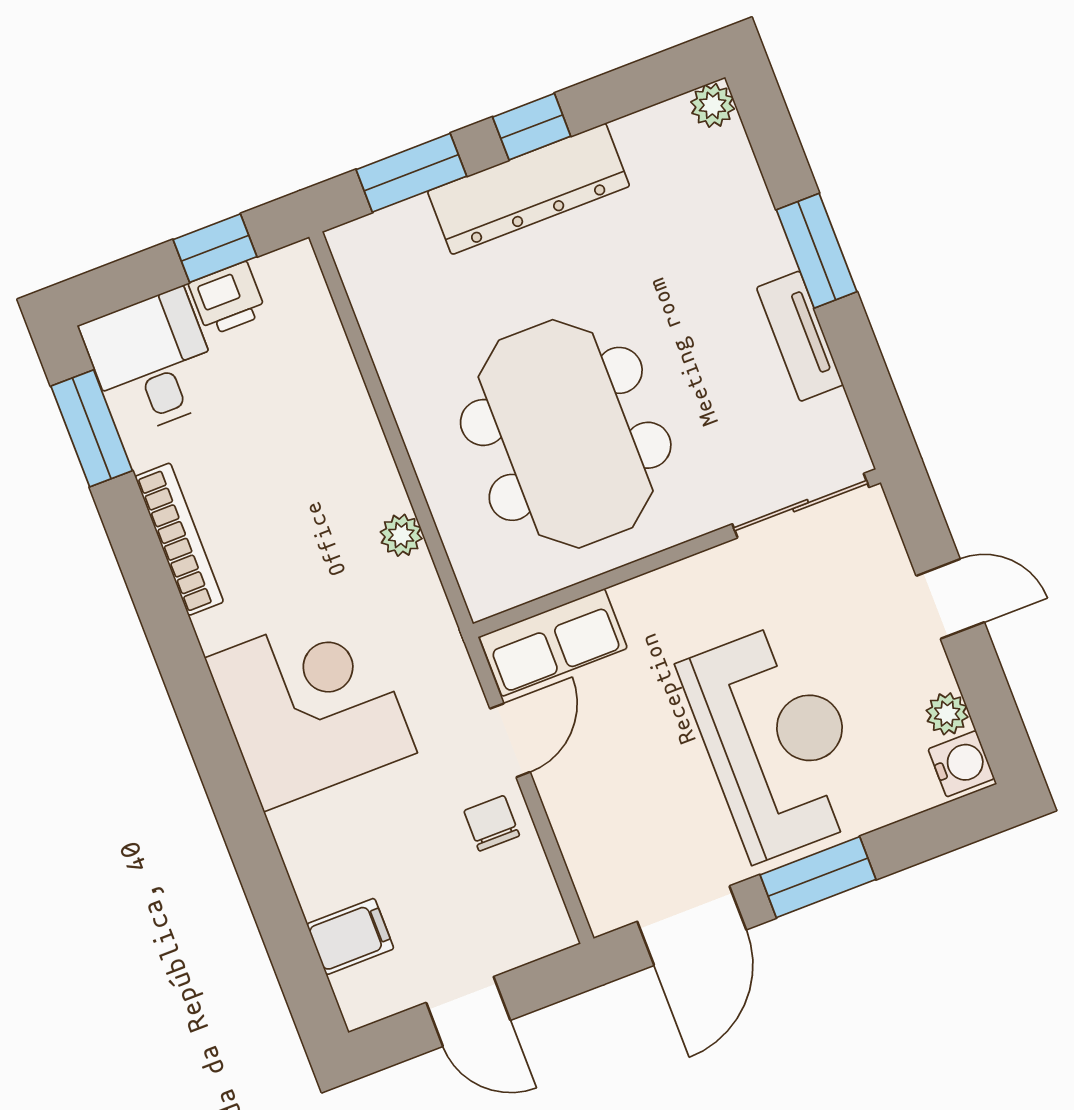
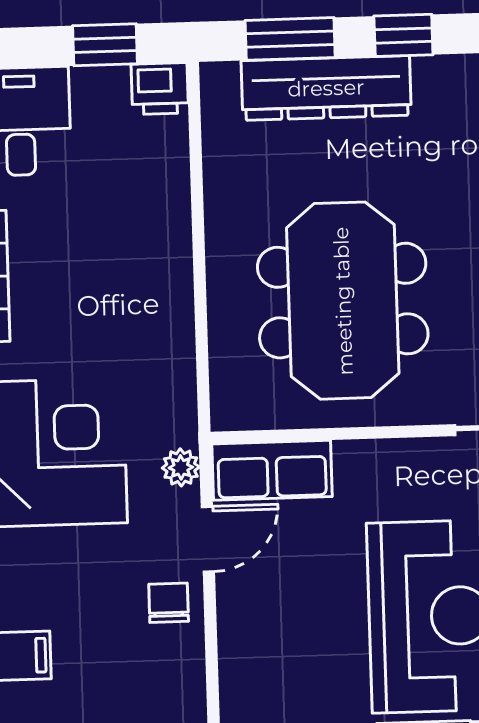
dresser: (529, 189) -> (326, 88), moved
printer: (227, 299) -> (160, 89), moved
plant: (401, 535) -> (181, 467), moved

